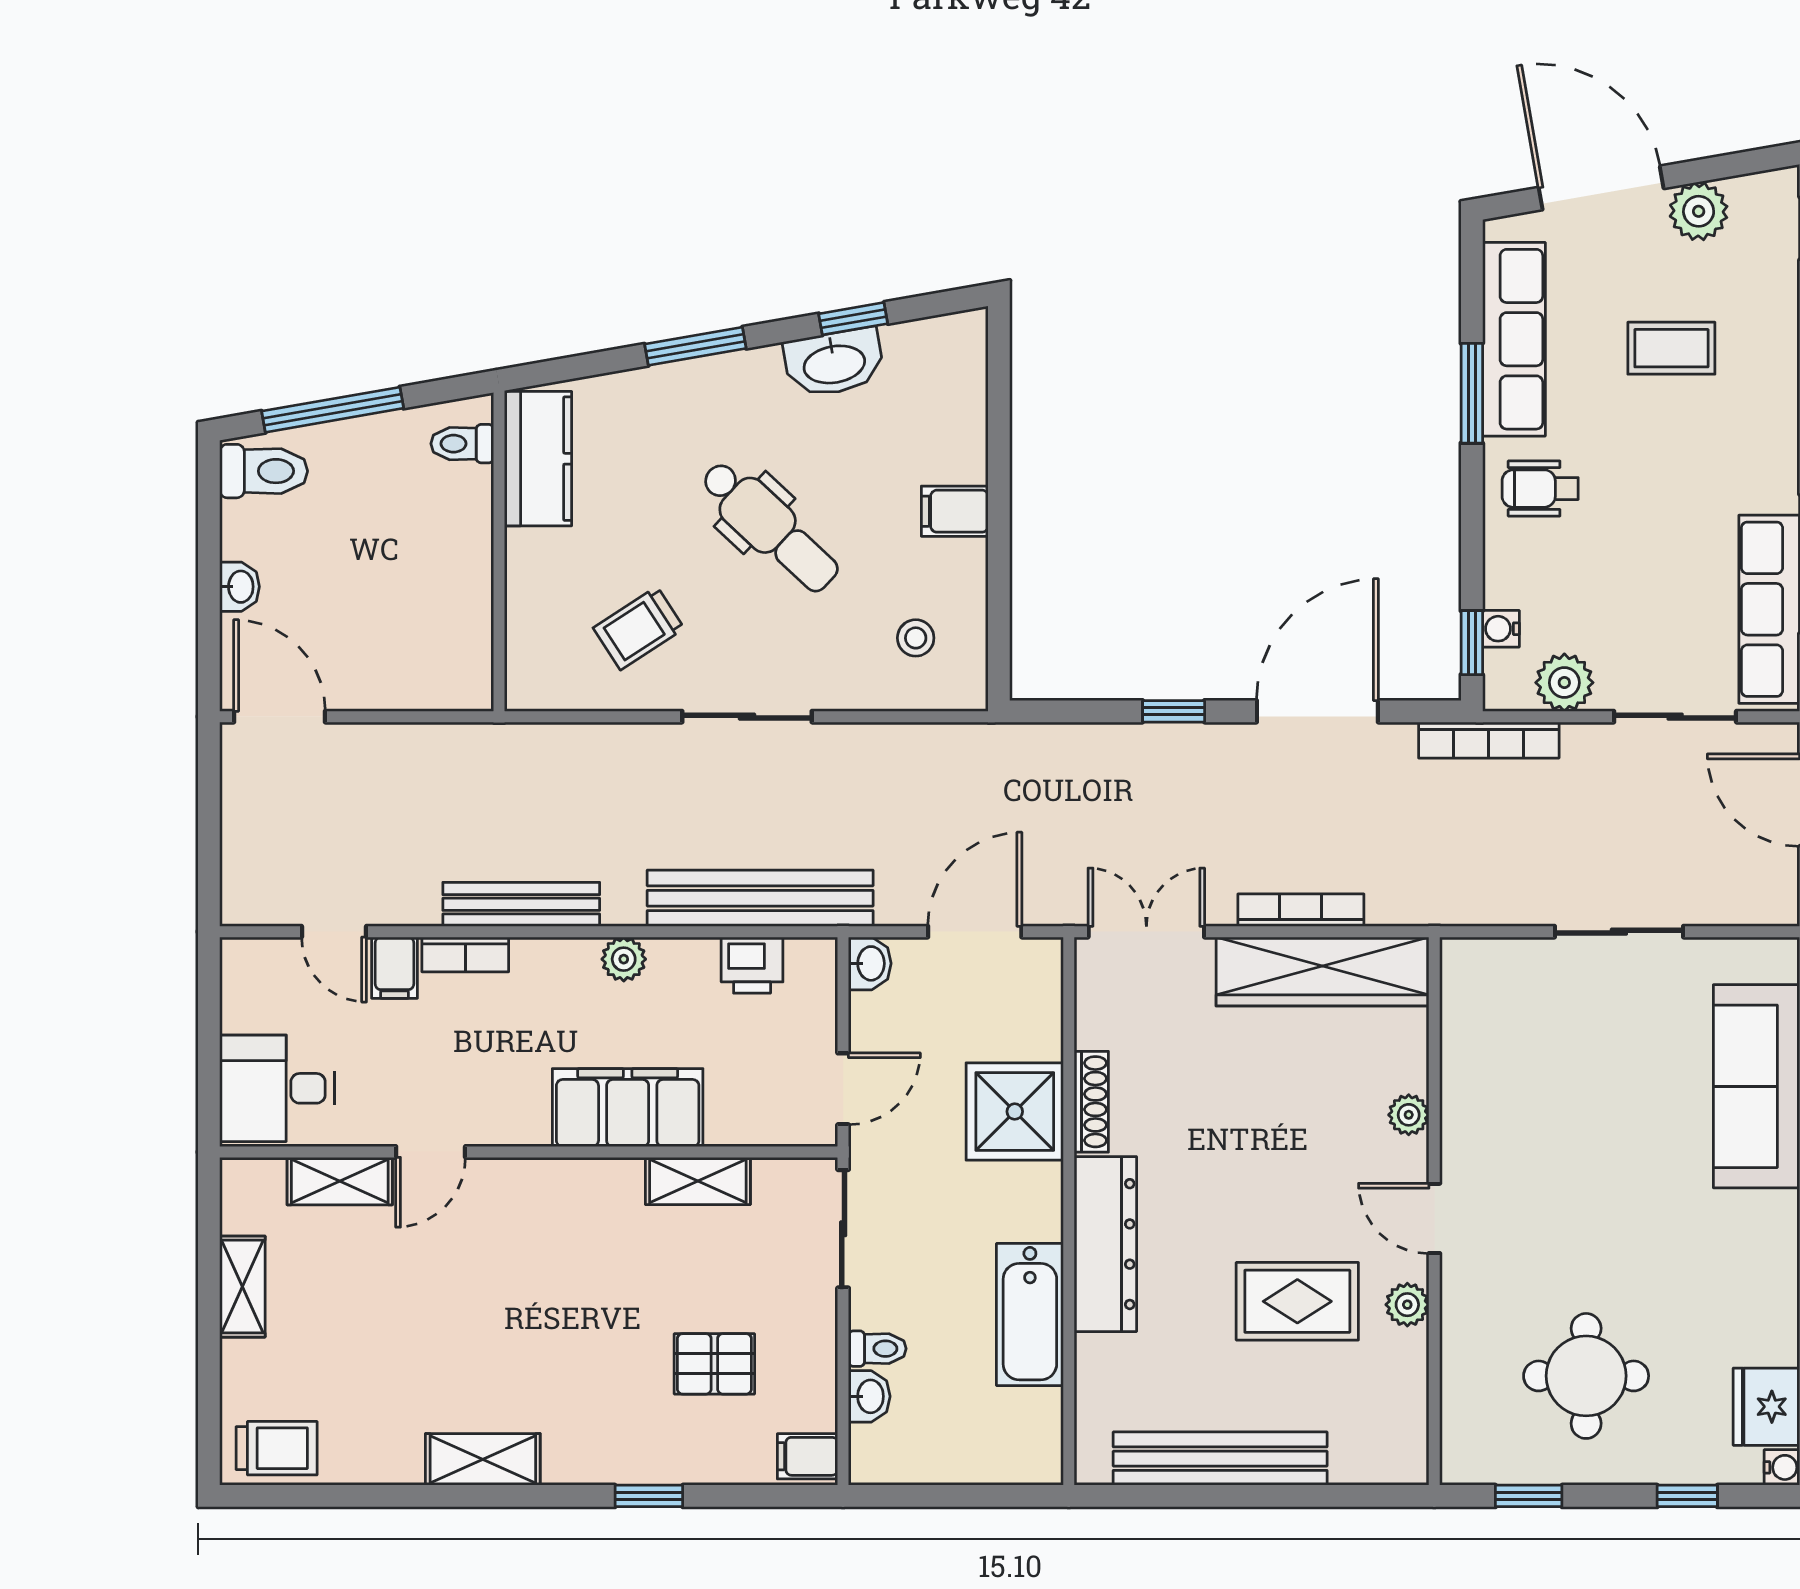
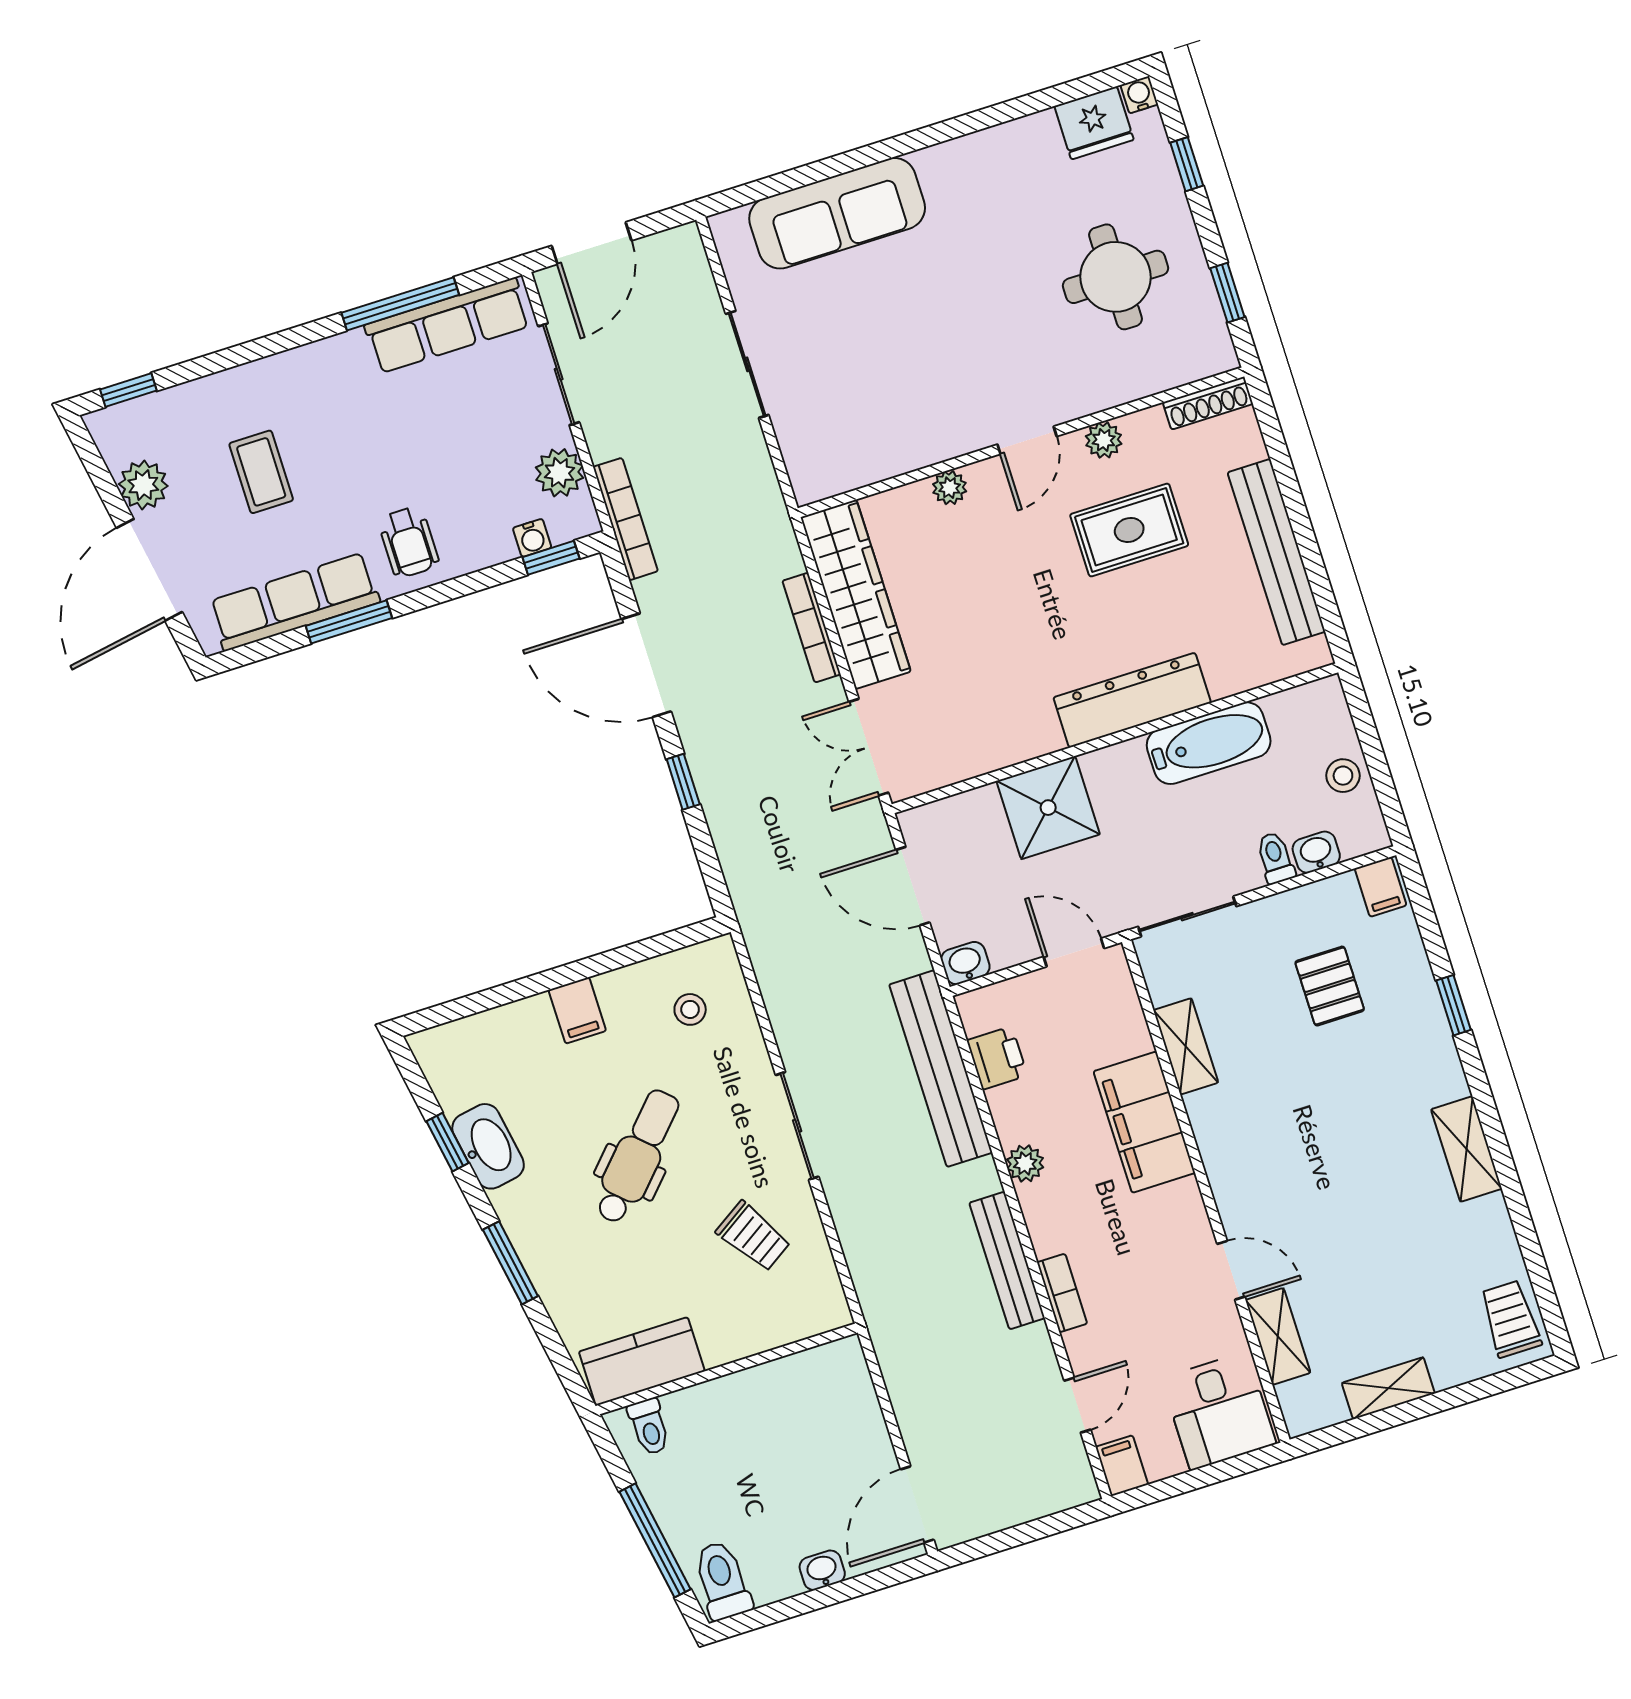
filing cabinet: (394, 968) -> (1122, 1466), moved, turned -90
shoe rack: (1091, 1102) -> (1208, 403), moved, turned 180
rug: (1297, 1301) -> (1129, 530), turned 90
stool: (946, 1454) -> (1343, 776), added

